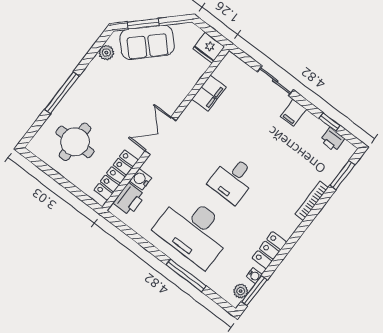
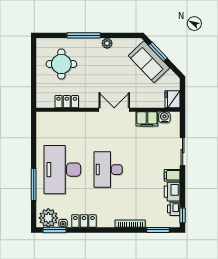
plant: (106, 53) -> (107, 43), moved
window: (329, 122) -> (183, 215), moved
double door: (160, 136) -> (114, 110), moved
locker: (116, 175) -> (67, 102), width x0.66
water cooler: (141, 179) -> (164, 117), moved
desk: (233, 179) -> (108, 170), width x1.37
printer: (129, 199) -> (172, 192), moved, turned 90
plant: (241, 291) -> (48, 218), width x1.87, depth x1.87

